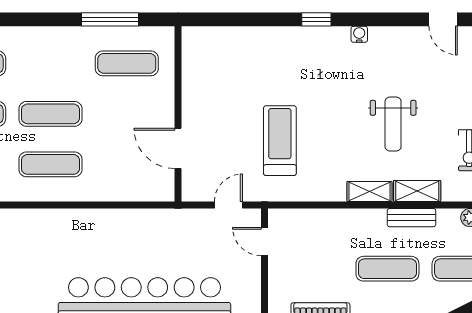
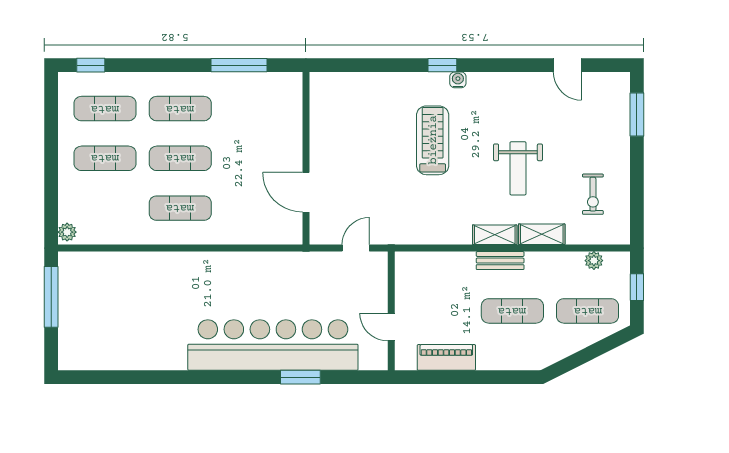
water cooler: (359, 34) -> (458, 80), moved
exercise mat: (127, 63) -> (180, 109), moved
treadmill: (280, 141) -> (433, 140), moved
bench: (411, 218) -> (500, 261), moved
door: (264, 242) -> (391, 327), moved

